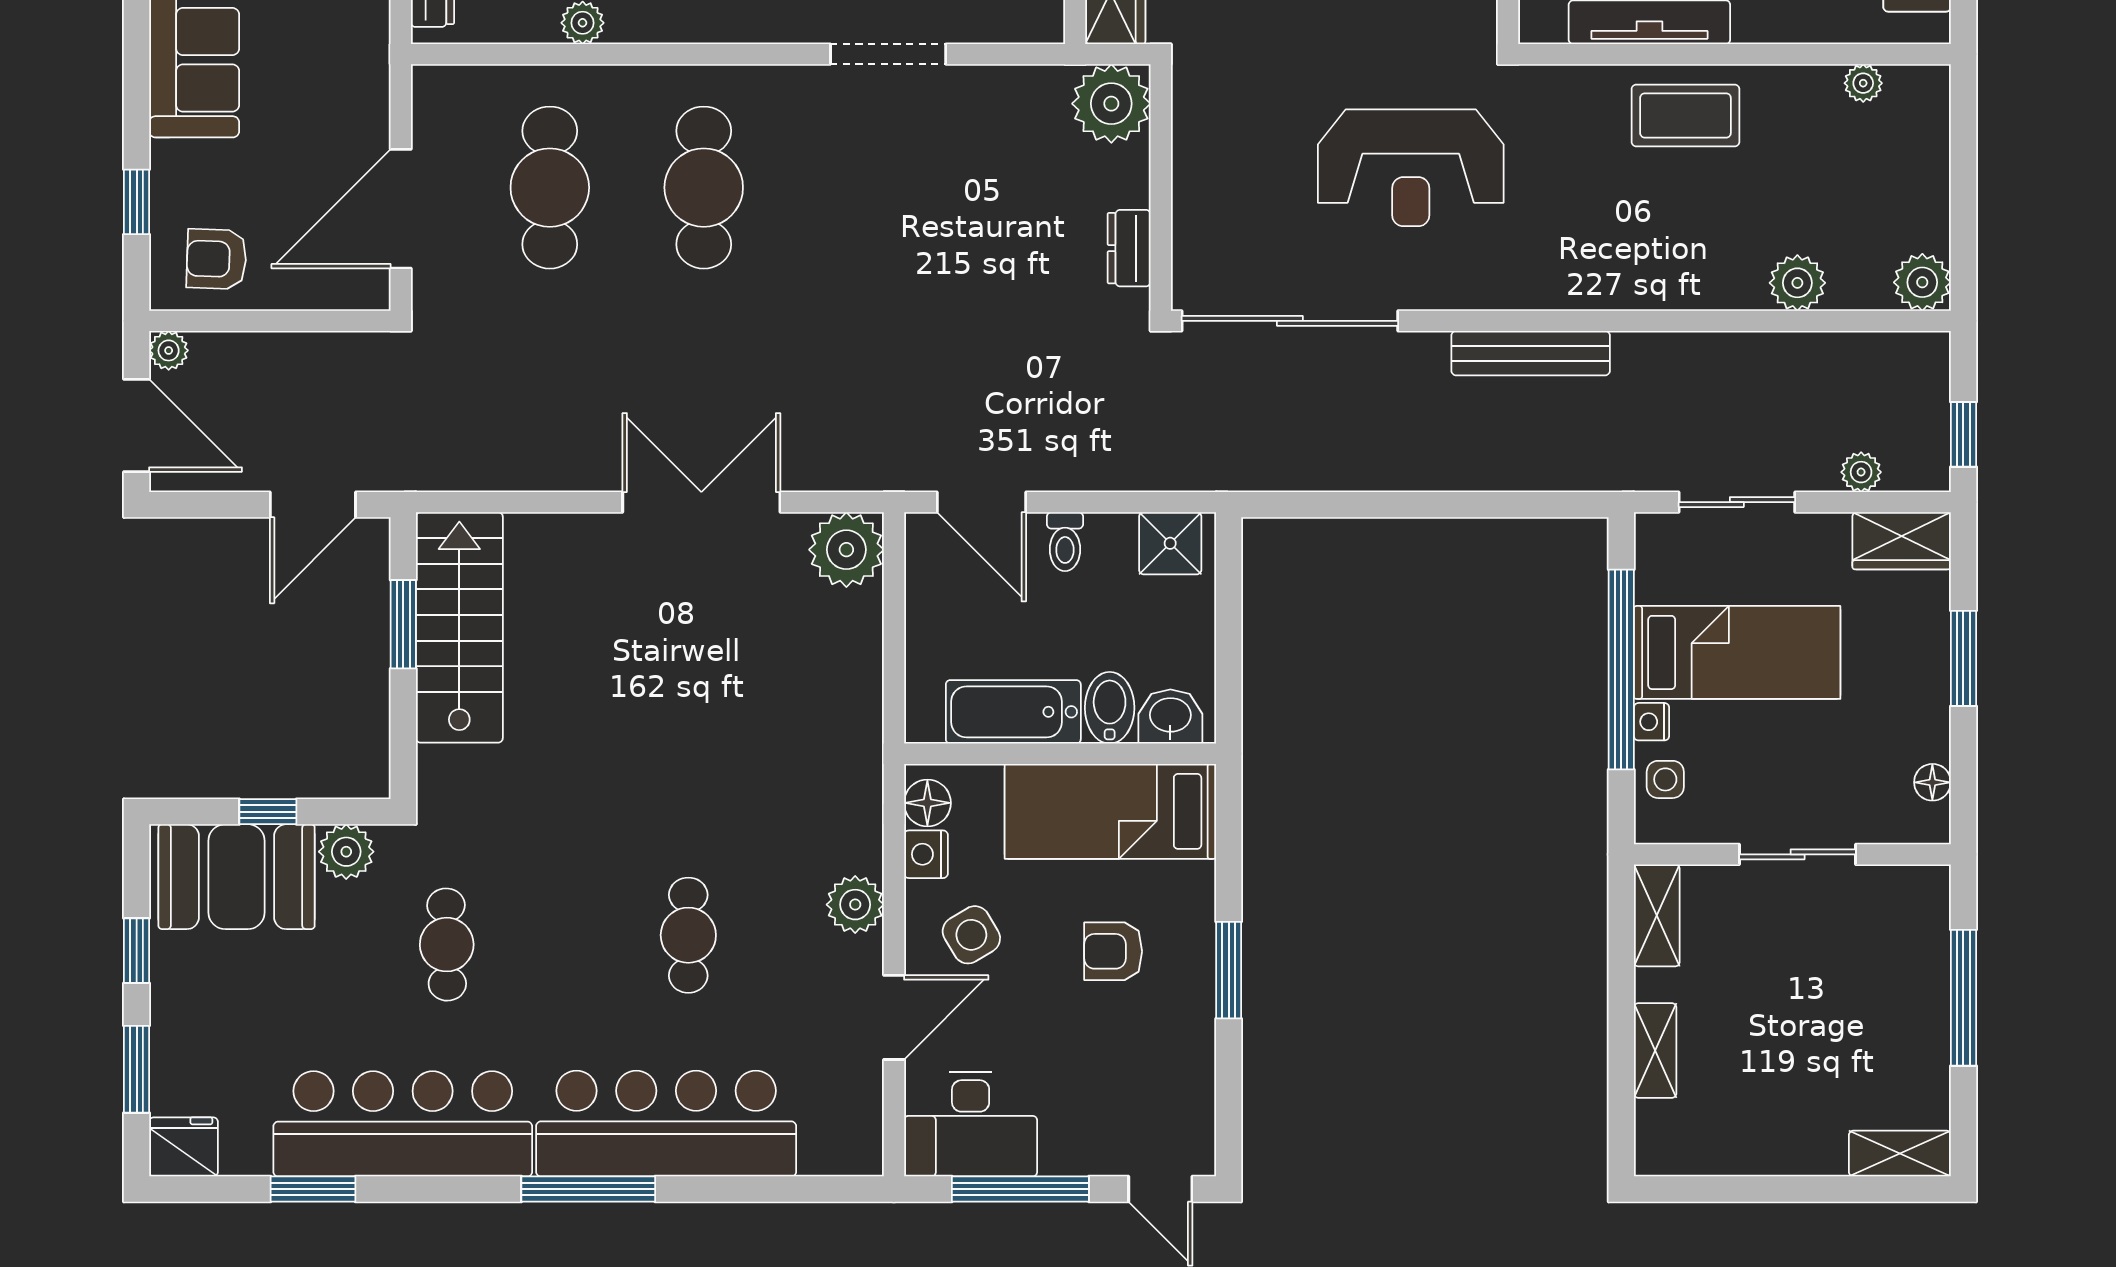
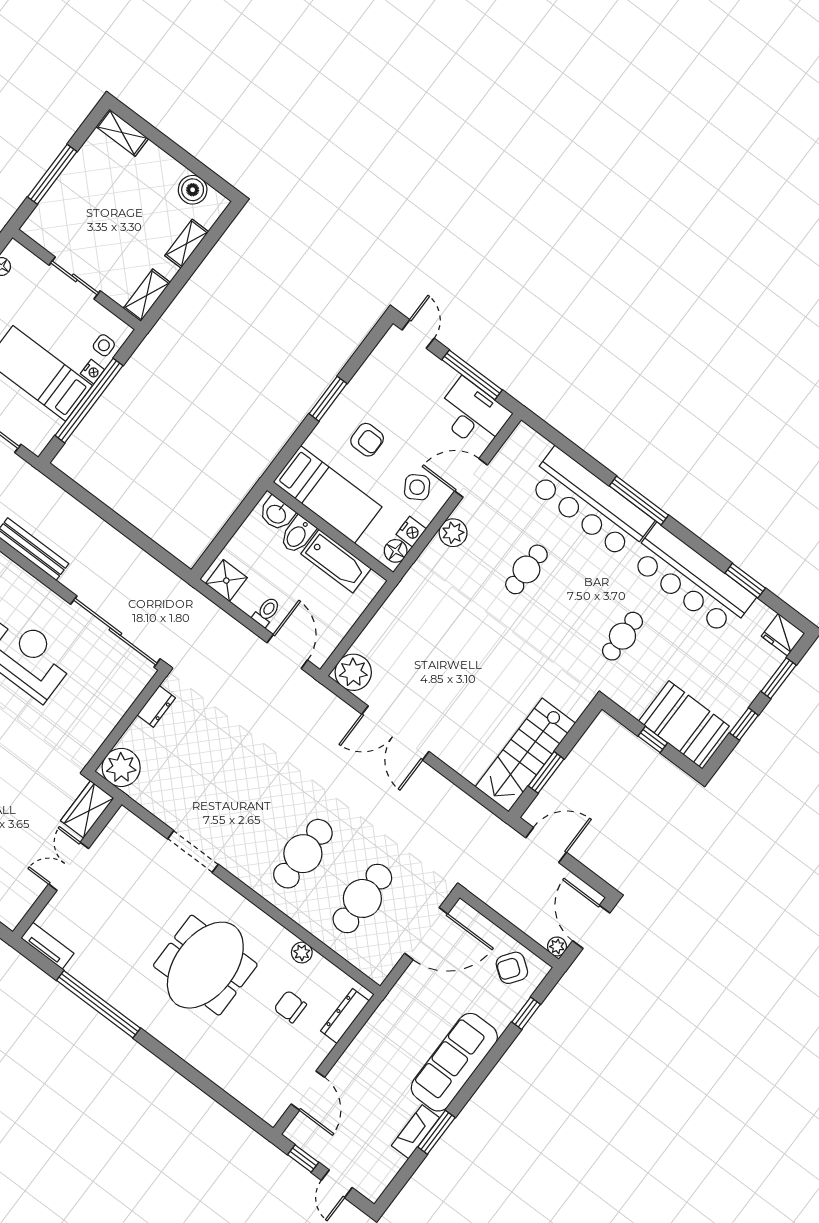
armchair: (217, 259) -> (512, 968), turned 124
plant: (346, 852) -> (634, 701), removed
boiler: (1712, 1147) -> (193, 190), added

